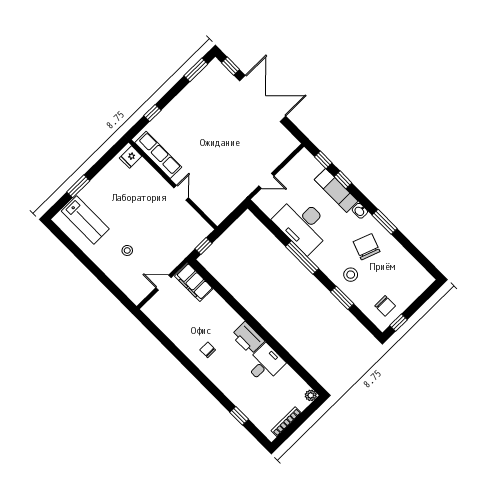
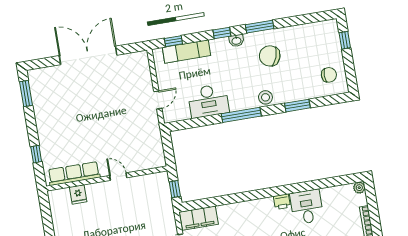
window: (231, 66) -> (43, 63), removed
fridge: (131, 157) -> (78, 194), moved
window: (343, 180) -> (222, 33), moved
exam couch: (336, 190) -> (187, 51), moved
desk: (303, 224) -> (208, 101), width x0.73, depth x0.77
stool: (351, 275) -> (265, 97), moved
window: (399, 323) -> (345, 40), moved
printer: (248, 338) -> (282, 202), width x0.53, depth x0.68

